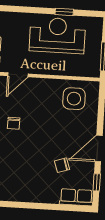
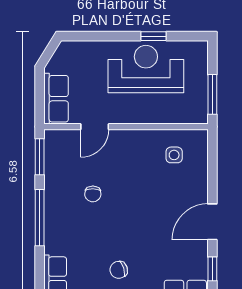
side table: (74, 99) -> (174, 155), width x0.54, depth x0.54
chair: (62, 165) -> (119, 270), moved

